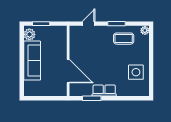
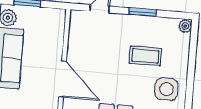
coffee table: (124, 39) -> (145, 56), moved

